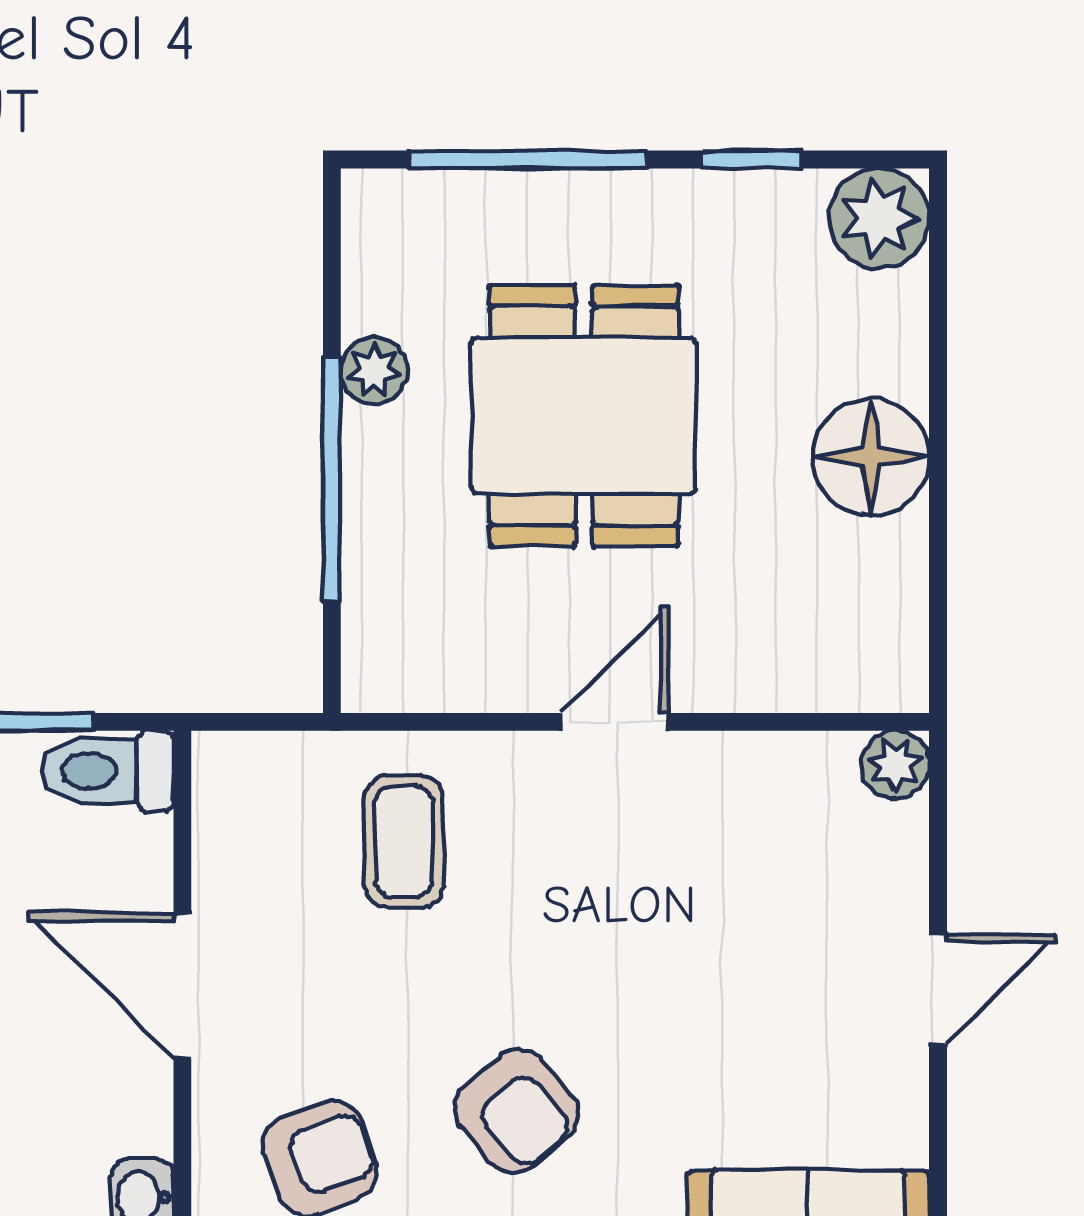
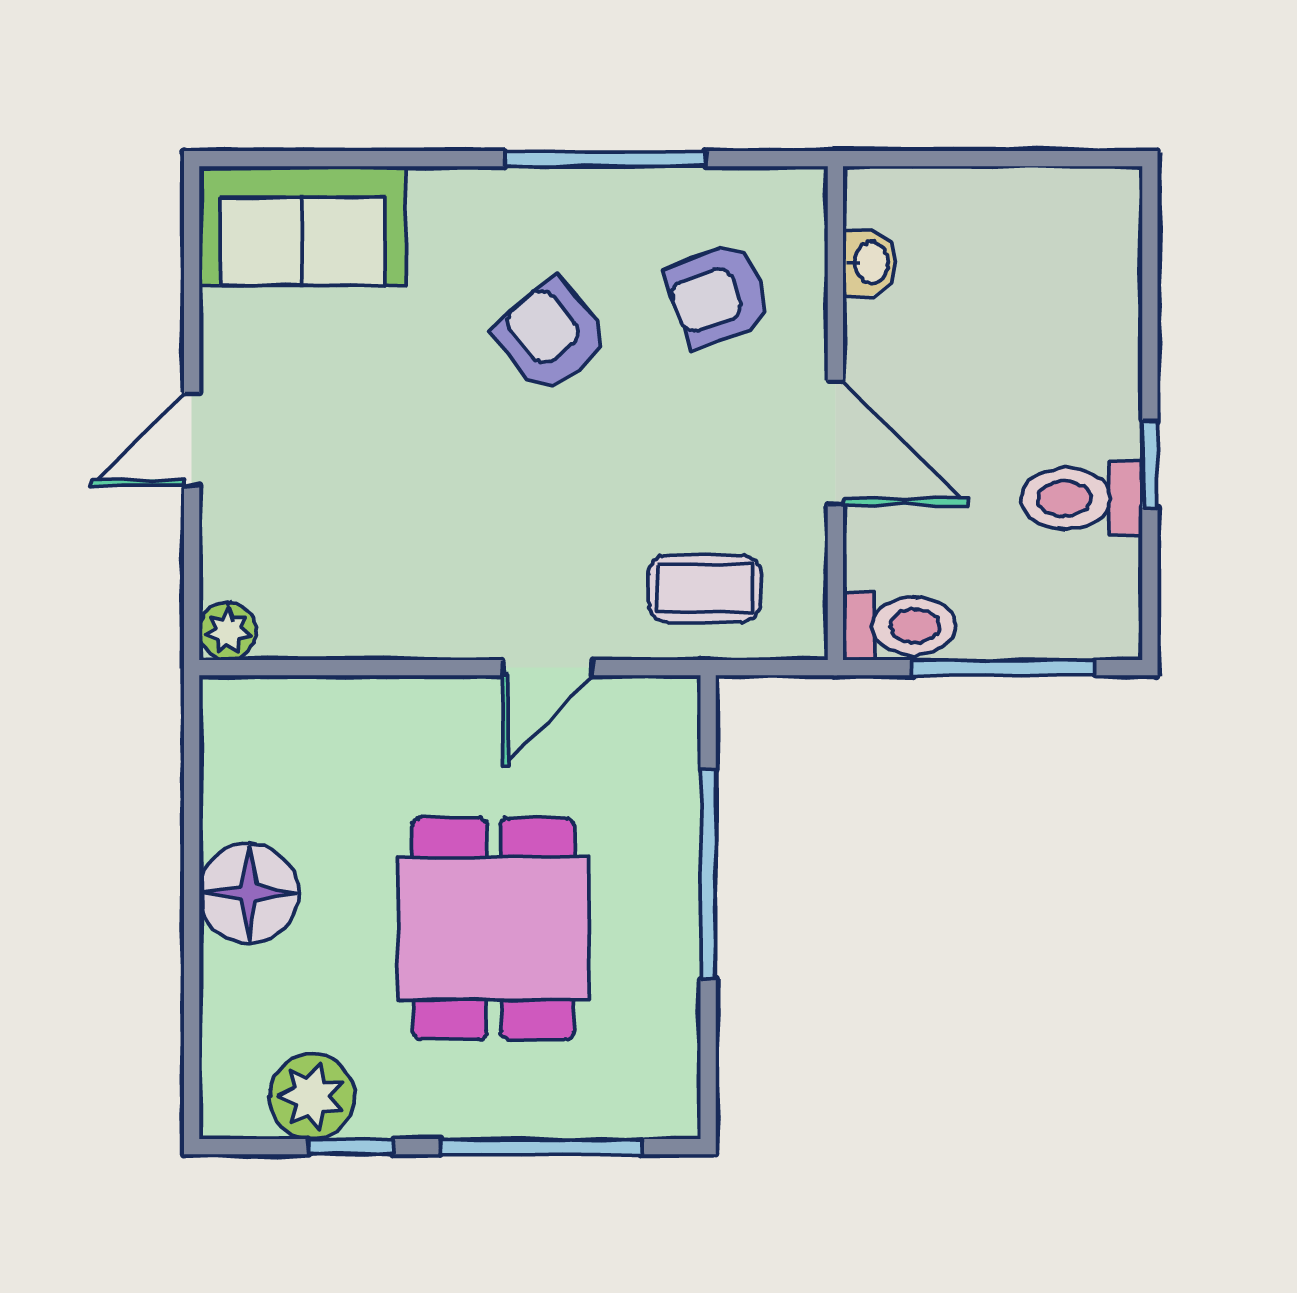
plant: (879, 218) -> (312, 1097), moved
plant: (374, 371) -> (672, 967), removed
door: (615, 722) -> (548, 668), moved
coffee table: (404, 842) -> (705, 588), moved, turned 90

